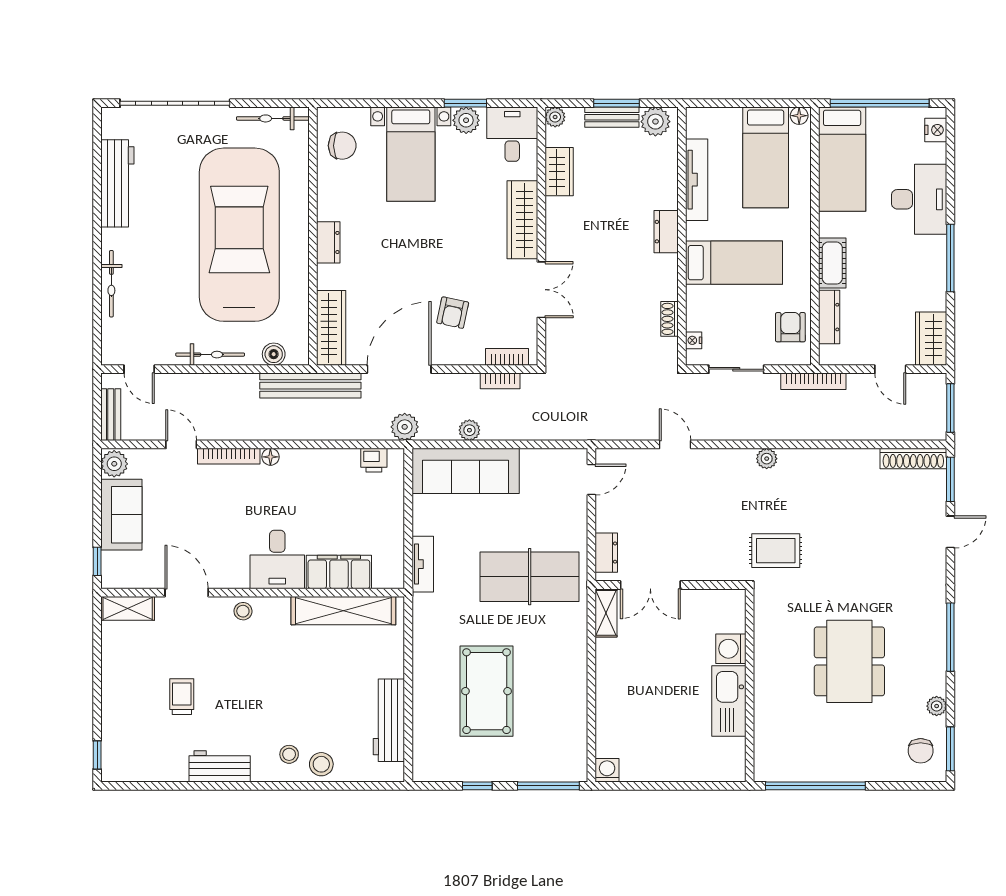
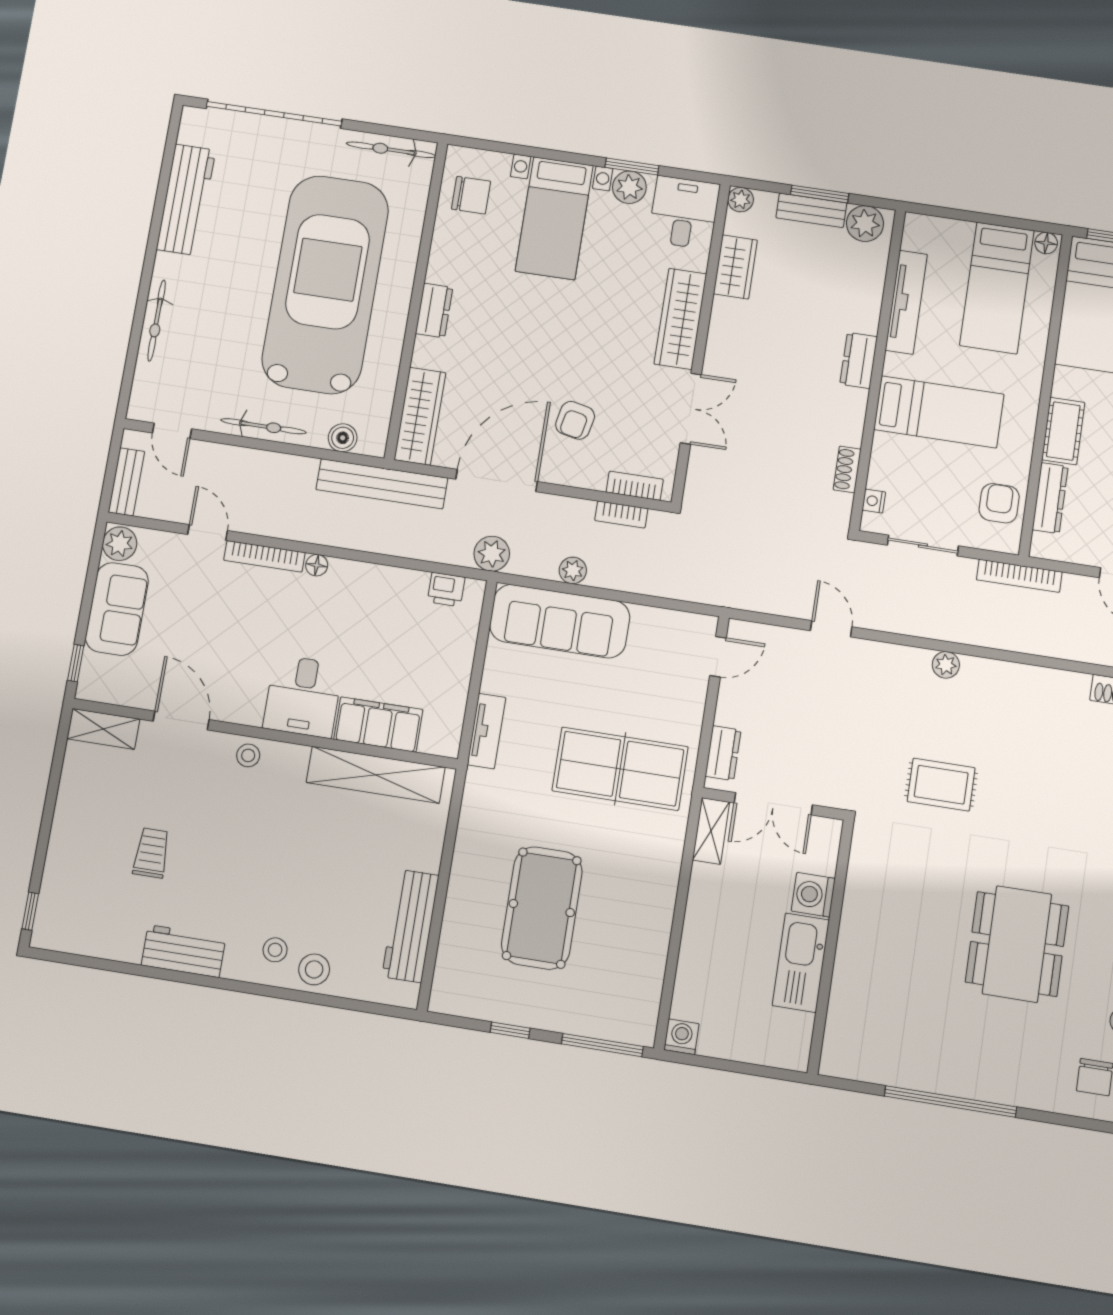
washing machine: (731, 649) -> (813, 895), moved
wall: (750, 685) -> (831, 947), moved
kitchen sink: (729, 701) -> (801, 963), moved

